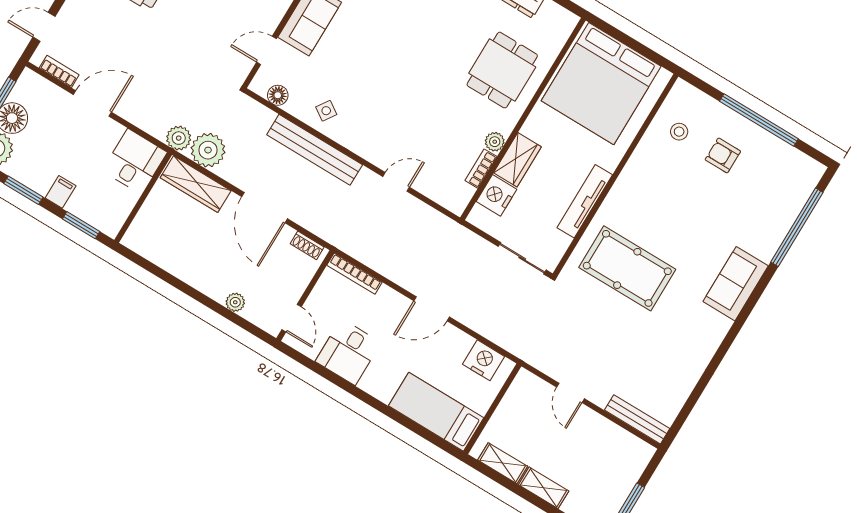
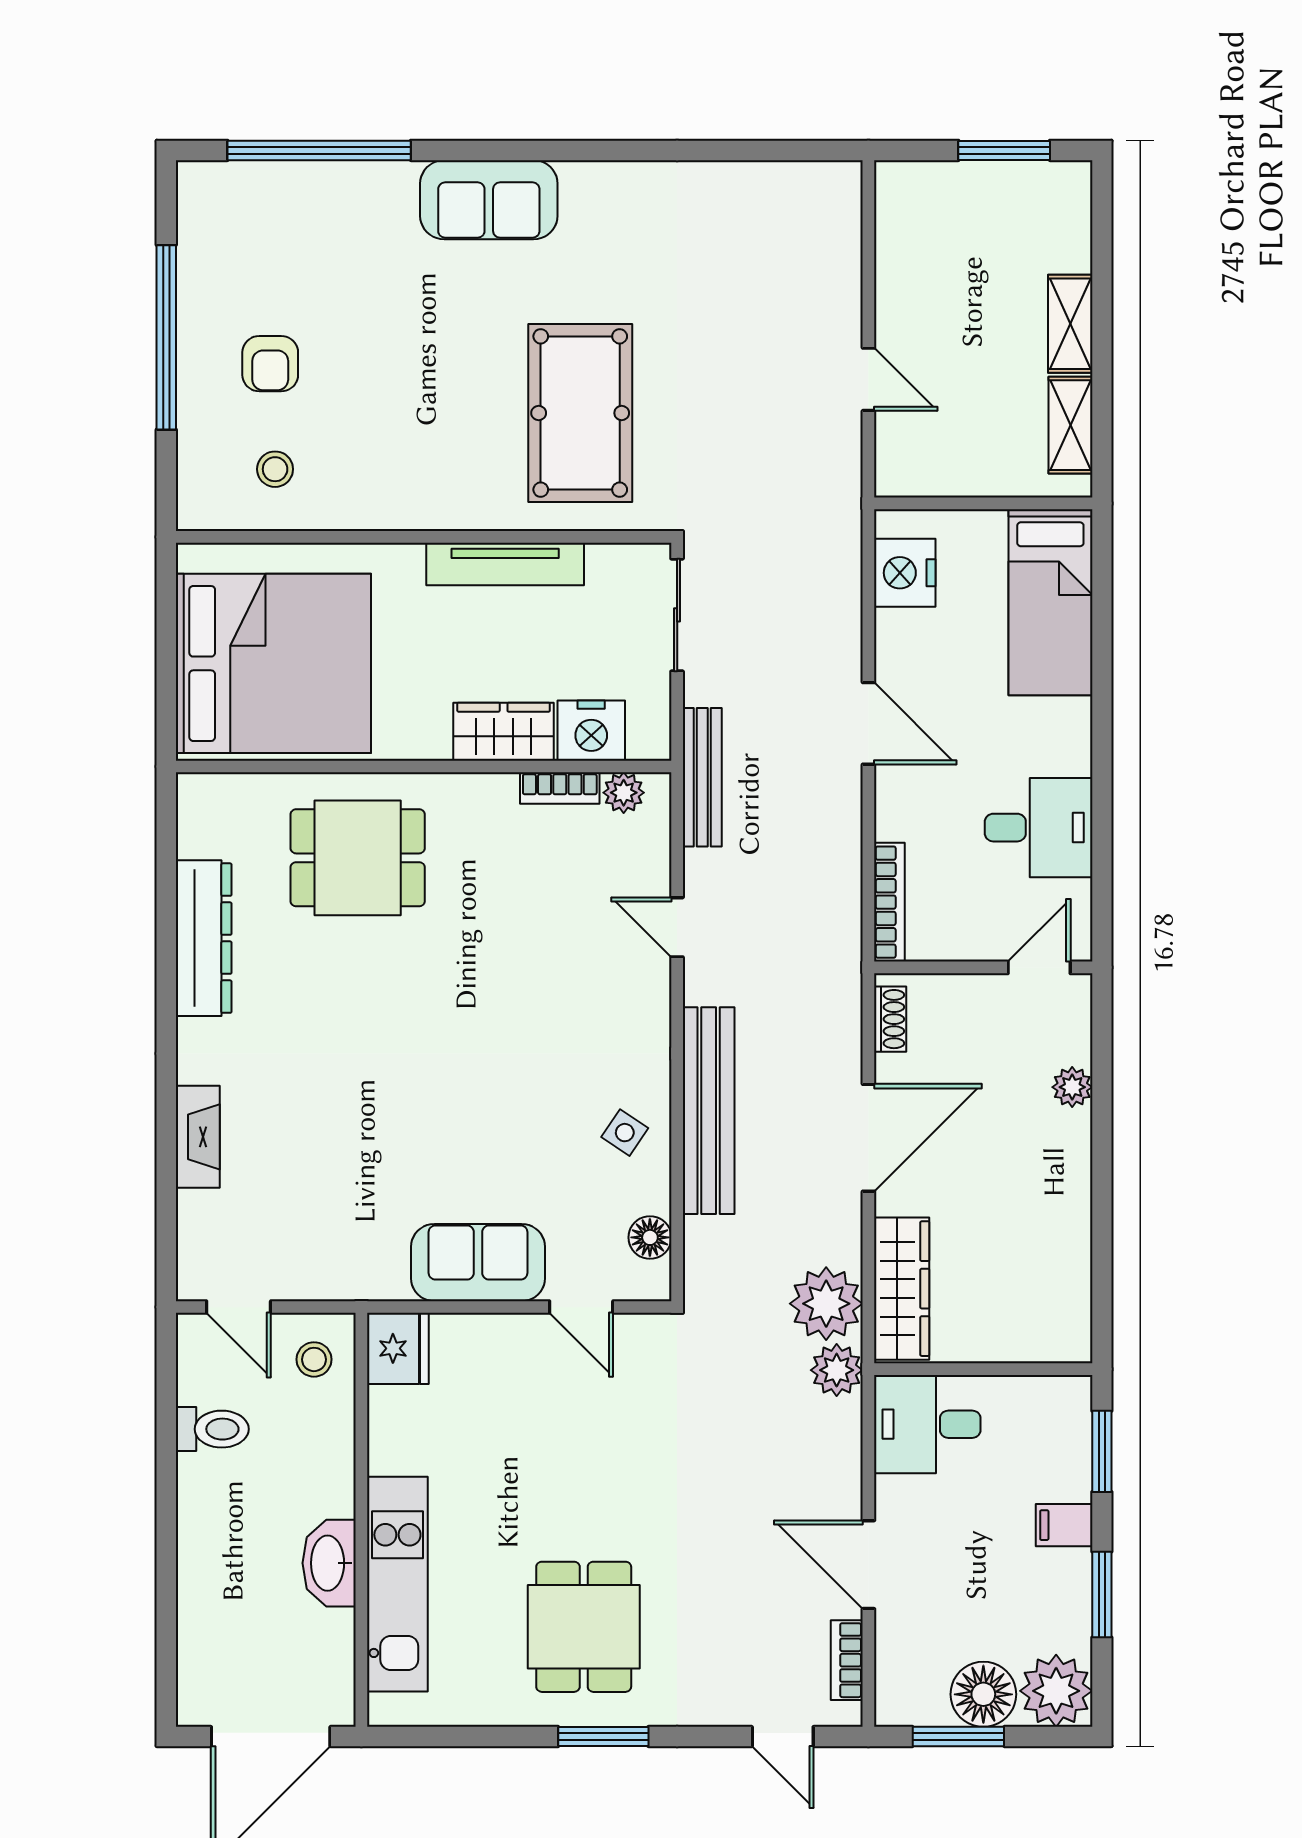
plant: (495, 142) -> (624, 793), moved
door: (570, 393) -> (868, 379), hinge flipped
bench: (637, 419) -> (702, 777), moved

